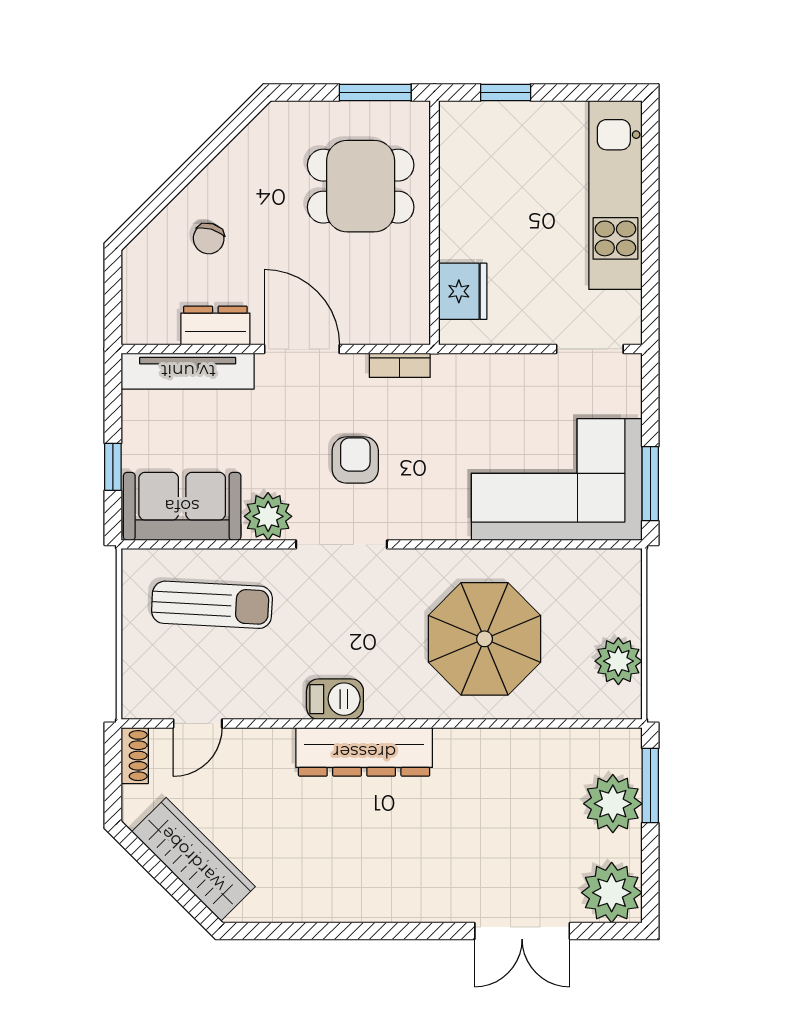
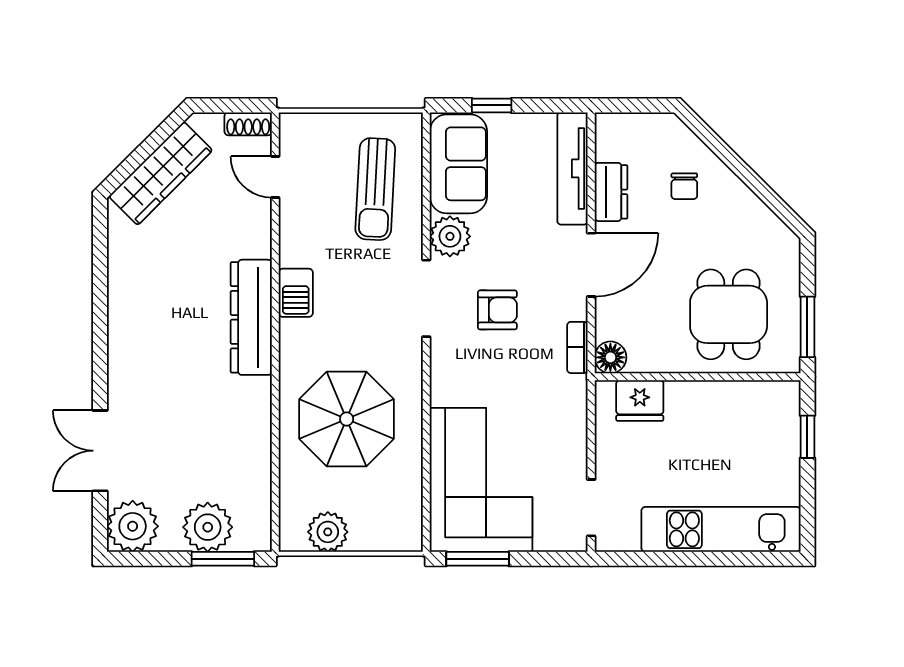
chair: (209, 239) -> (684, 186), turned -106
floor lamp: (412, 326) -> (610, 357), added

